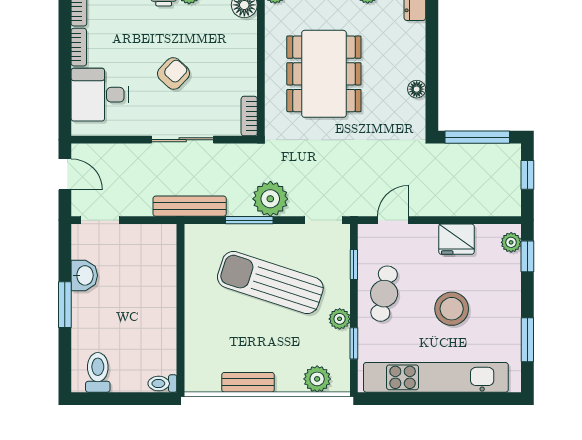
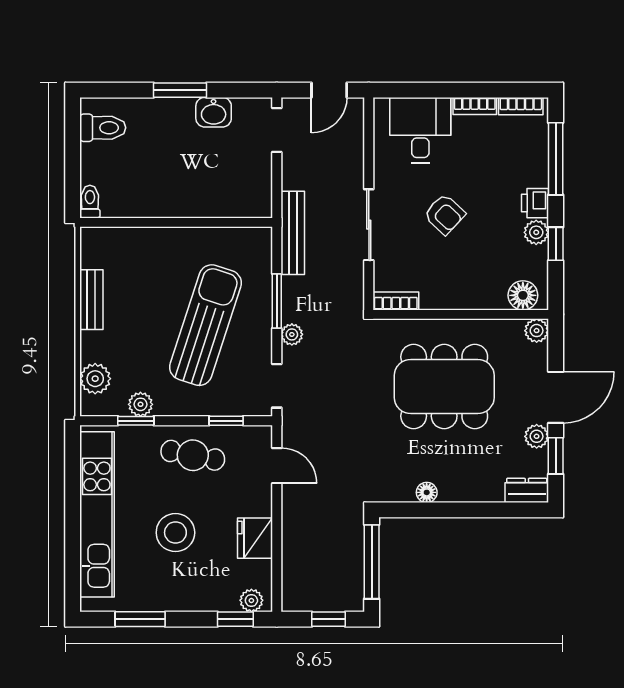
plant: (270, 199) -> (292, 334), width x0.53, depth x0.53
plant: (340, 319) -> (140, 404), moved

